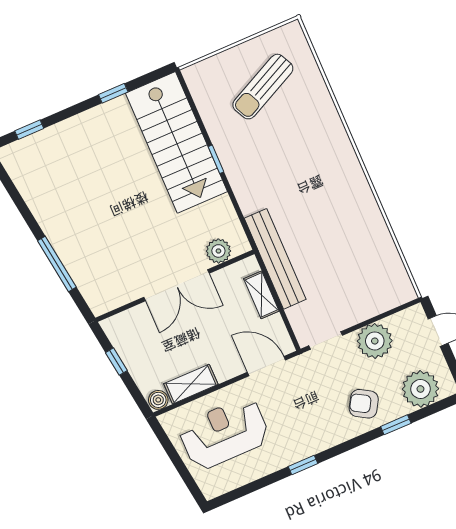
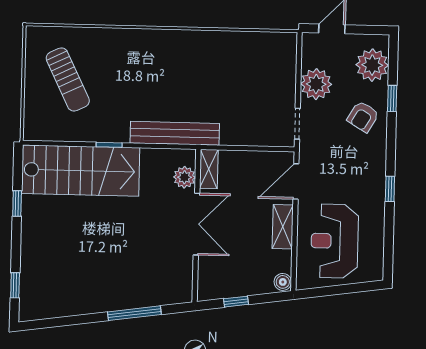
bench: (275, 259) -> (175, 133), moved
shelving: (261, 295) -> (209, 169), moved, turned 90
shelving: (191, 384) -> (283, 227), moved

